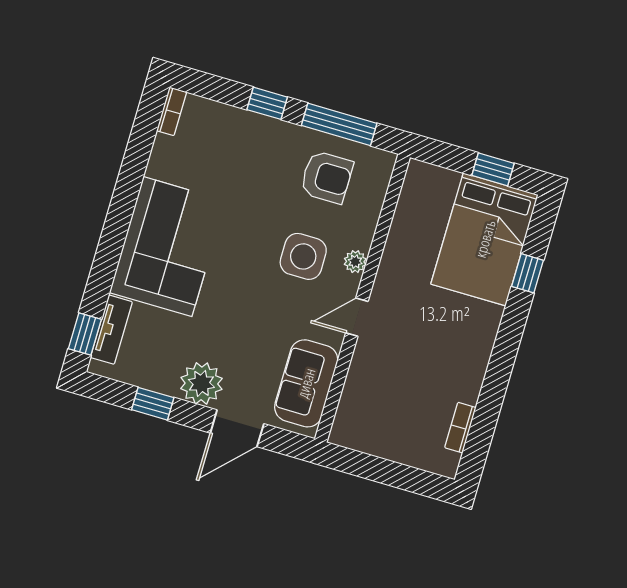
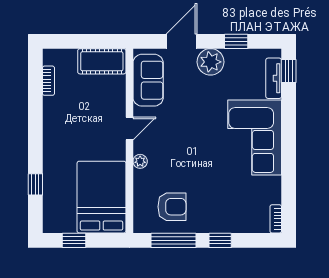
armchair: (327, 177) -> (172, 207), turned 180
bed: (485, 239) -> (102, 197), moved
side table: (303, 256) -> (172, 155), removed
cot: (369, 433) -> (102, 61), added

